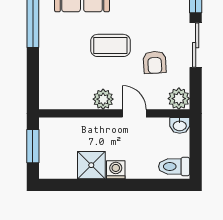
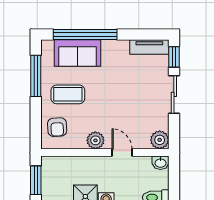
coffee table: (110, 45) -> (68, 94), moved
armchair: (155, 62) -> (57, 127), moved

